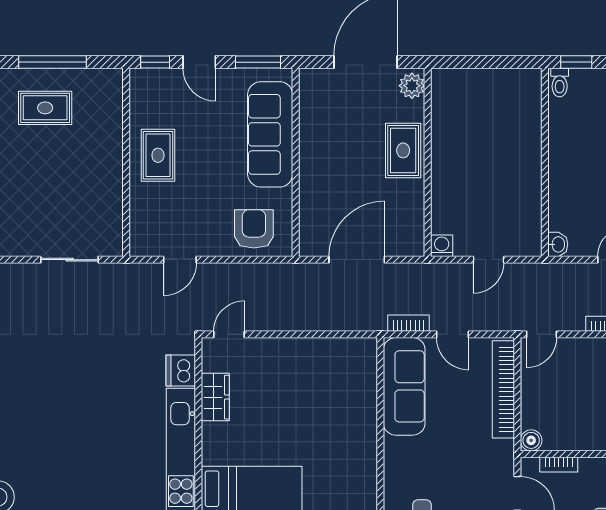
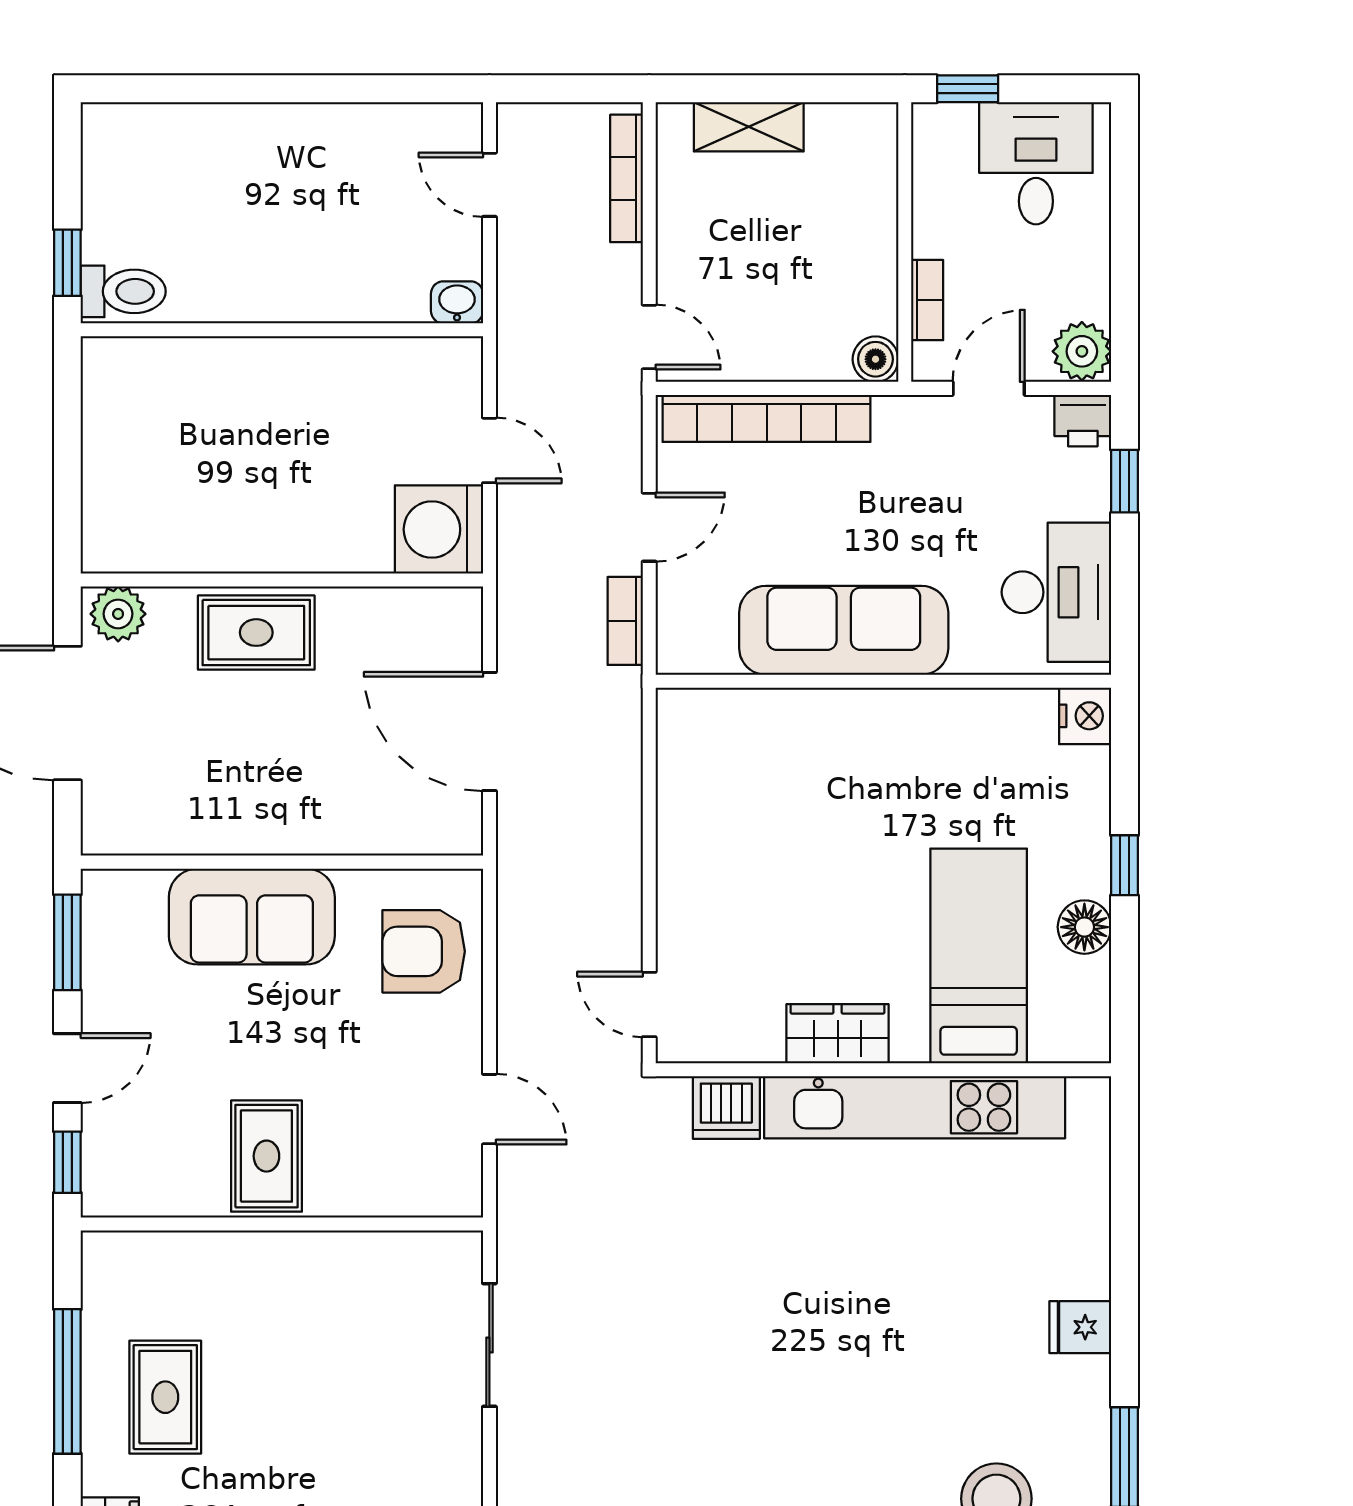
toilet: (560, 83) -> (123, 291), width x1.37, depth x1.39
sofa: (270, 134) -> (252, 916), width x0.73
rug: (158, 155) -> (266, 1156), turned 90
washing machine: (442, 246) -> (439, 529), width x1.89, depth x1.89
sofa: (404, 386) -> (844, 630), moved
wardrobe: (215, 397) -> (838, 1034), moved

